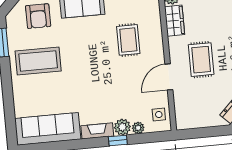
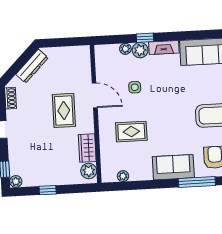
rug: (128, 40) -> (131, 132), turned 90
door: (169, 77) -> (95, 95), hinge flipped
side table: (159, 115) -> (135, 87), moved

